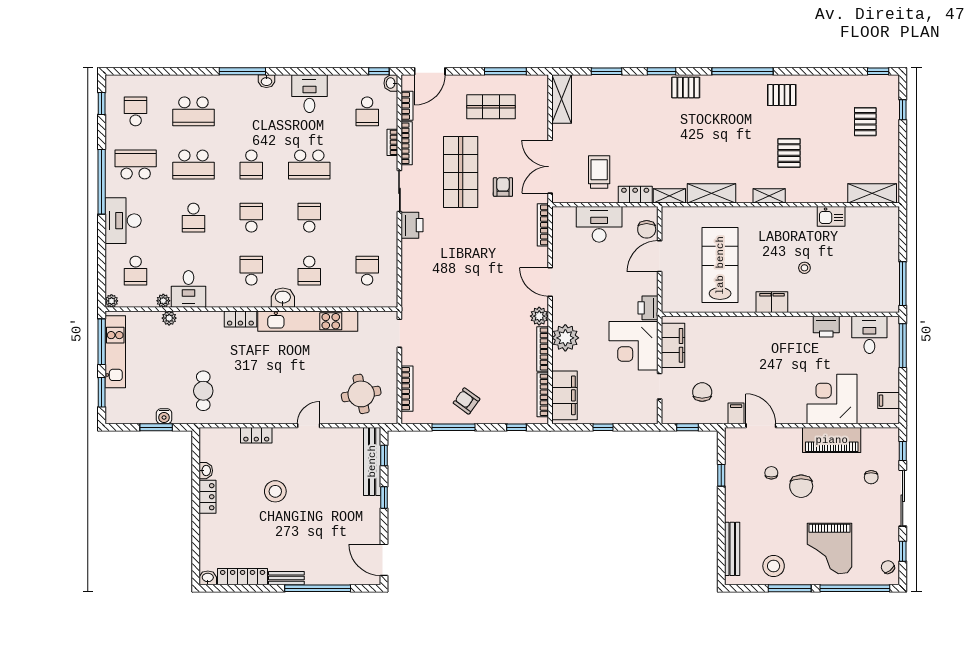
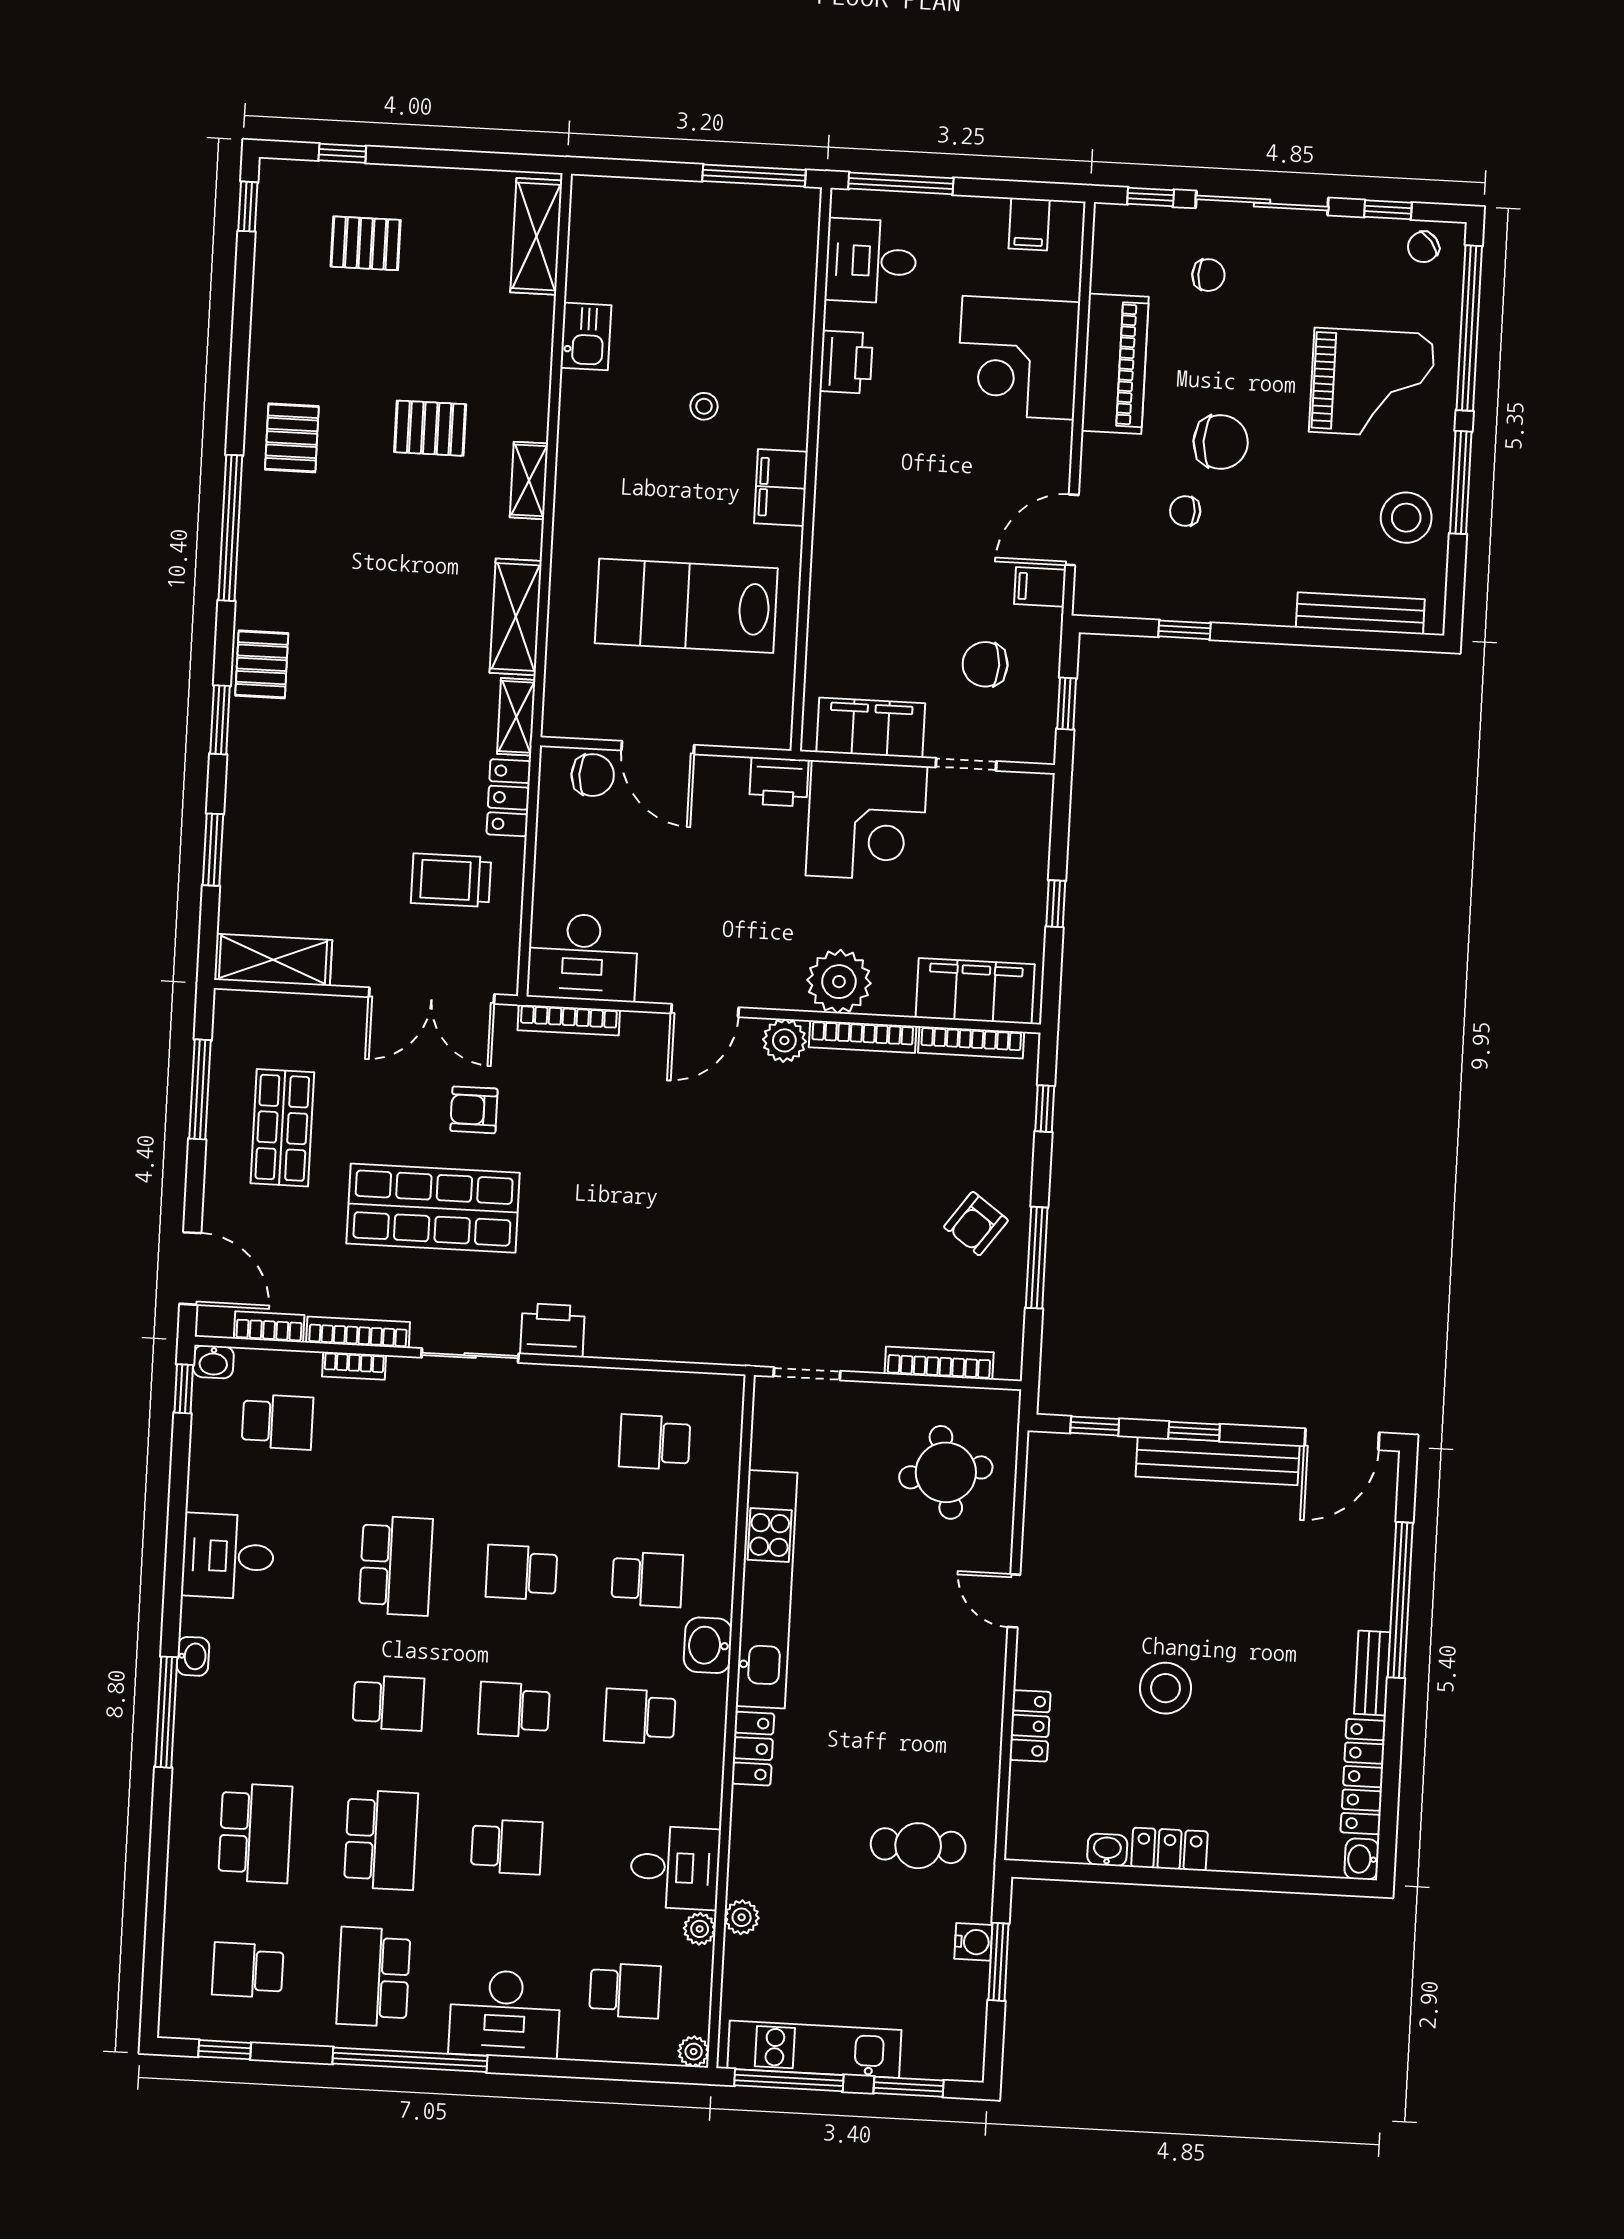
desk: (599, 224) -> (583, 957), moved, turned -90
bench: (372, 461) -> (1218, 1461), moved

